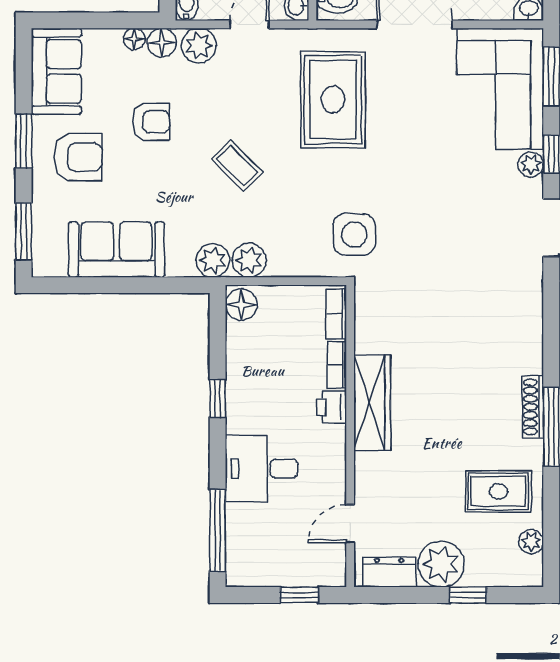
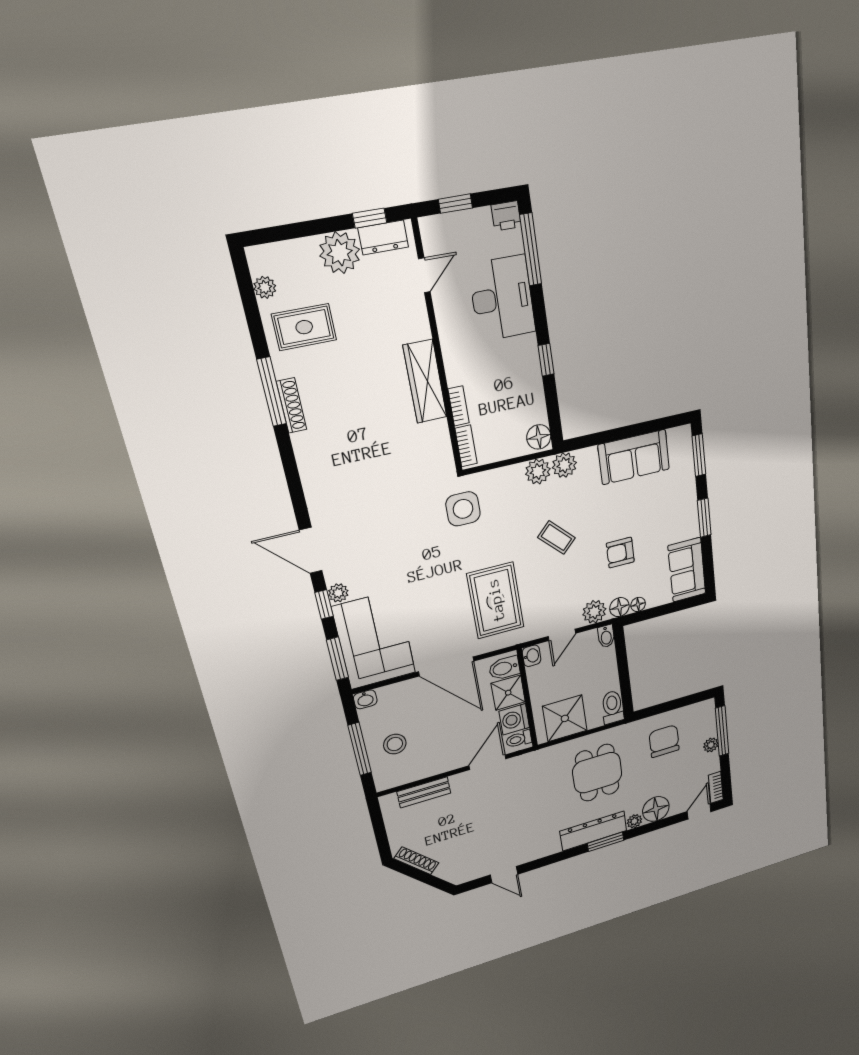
armchair: (78, 157) -> (667, 516), removed
printer: (332, 407) -> (506, 216), moved, turned 90
desk: (262, 469) -> (502, 298), width x1.37
window: (468, 595) -> (370, 218), moved

